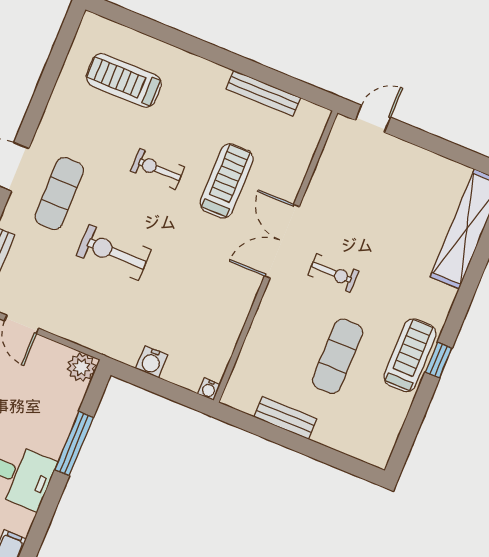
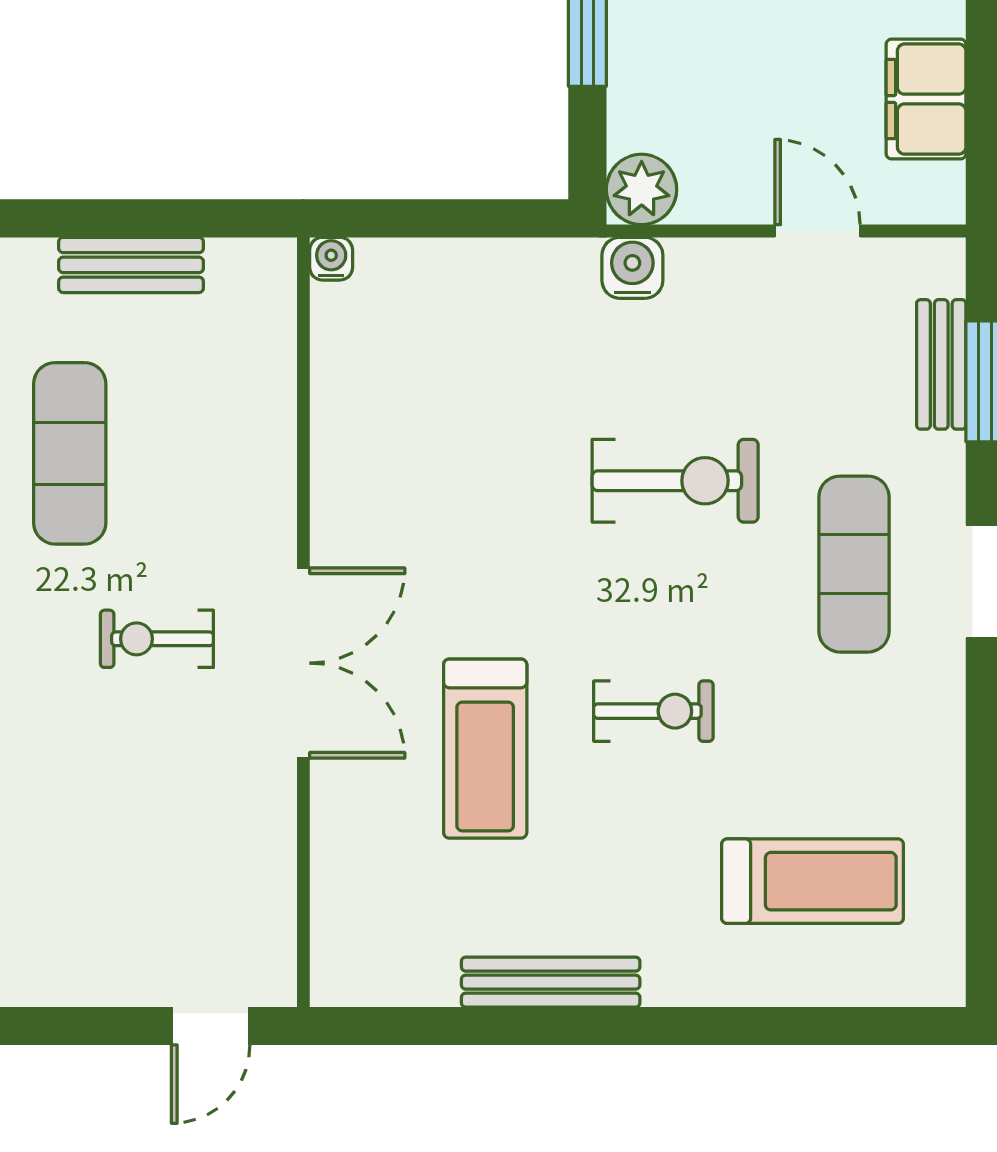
bench: (263, 93) -> (551, 982), moved
water cooler: (152, 362) -> (632, 268), moved

